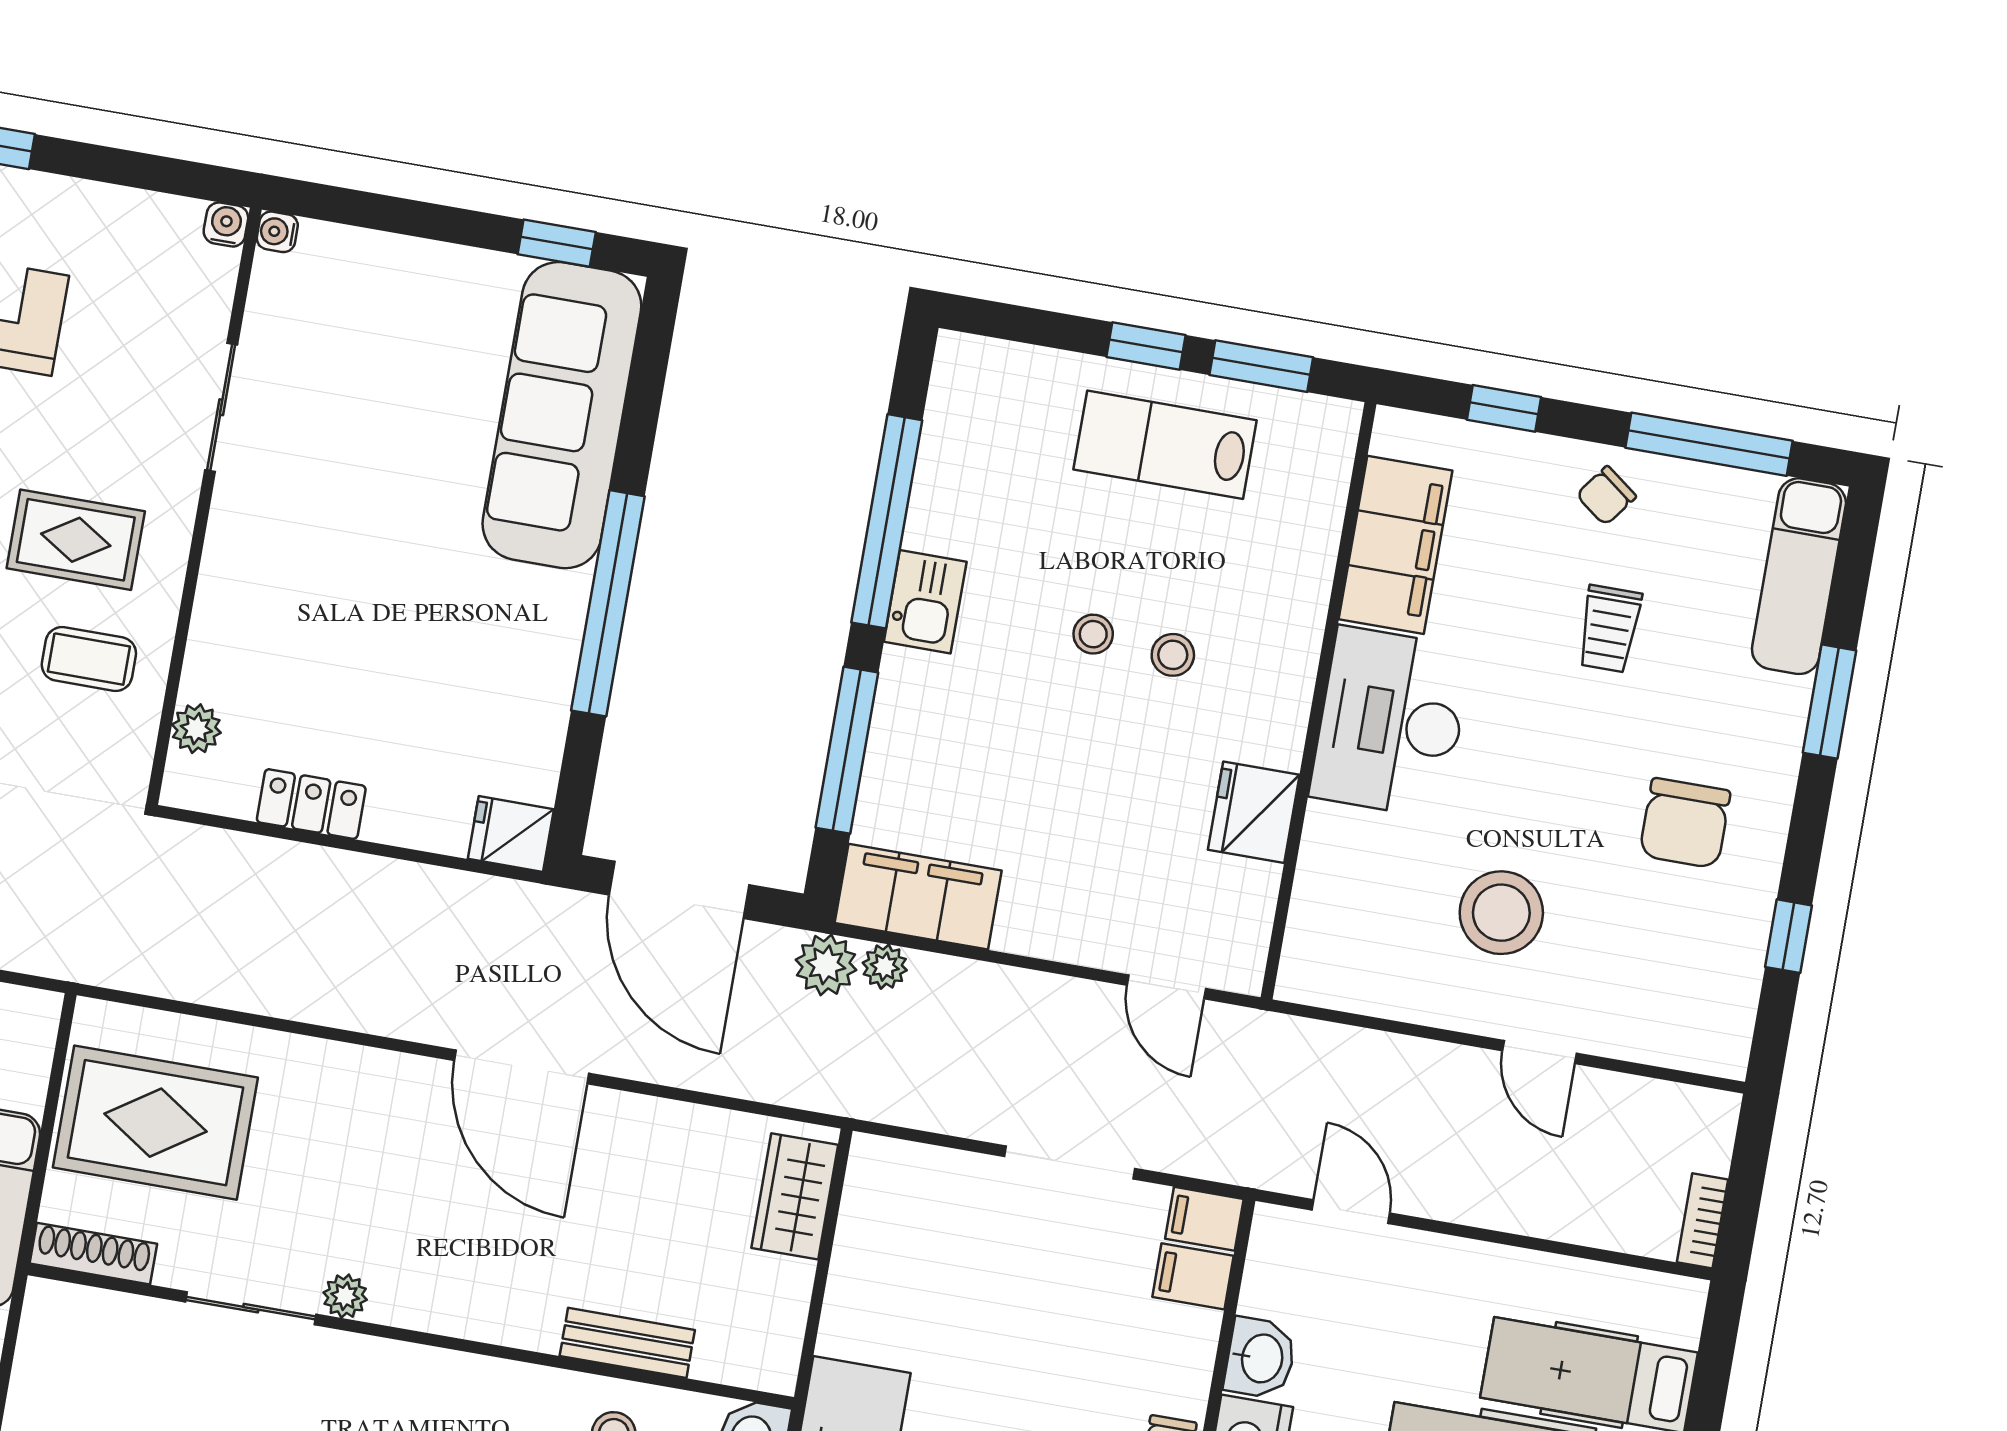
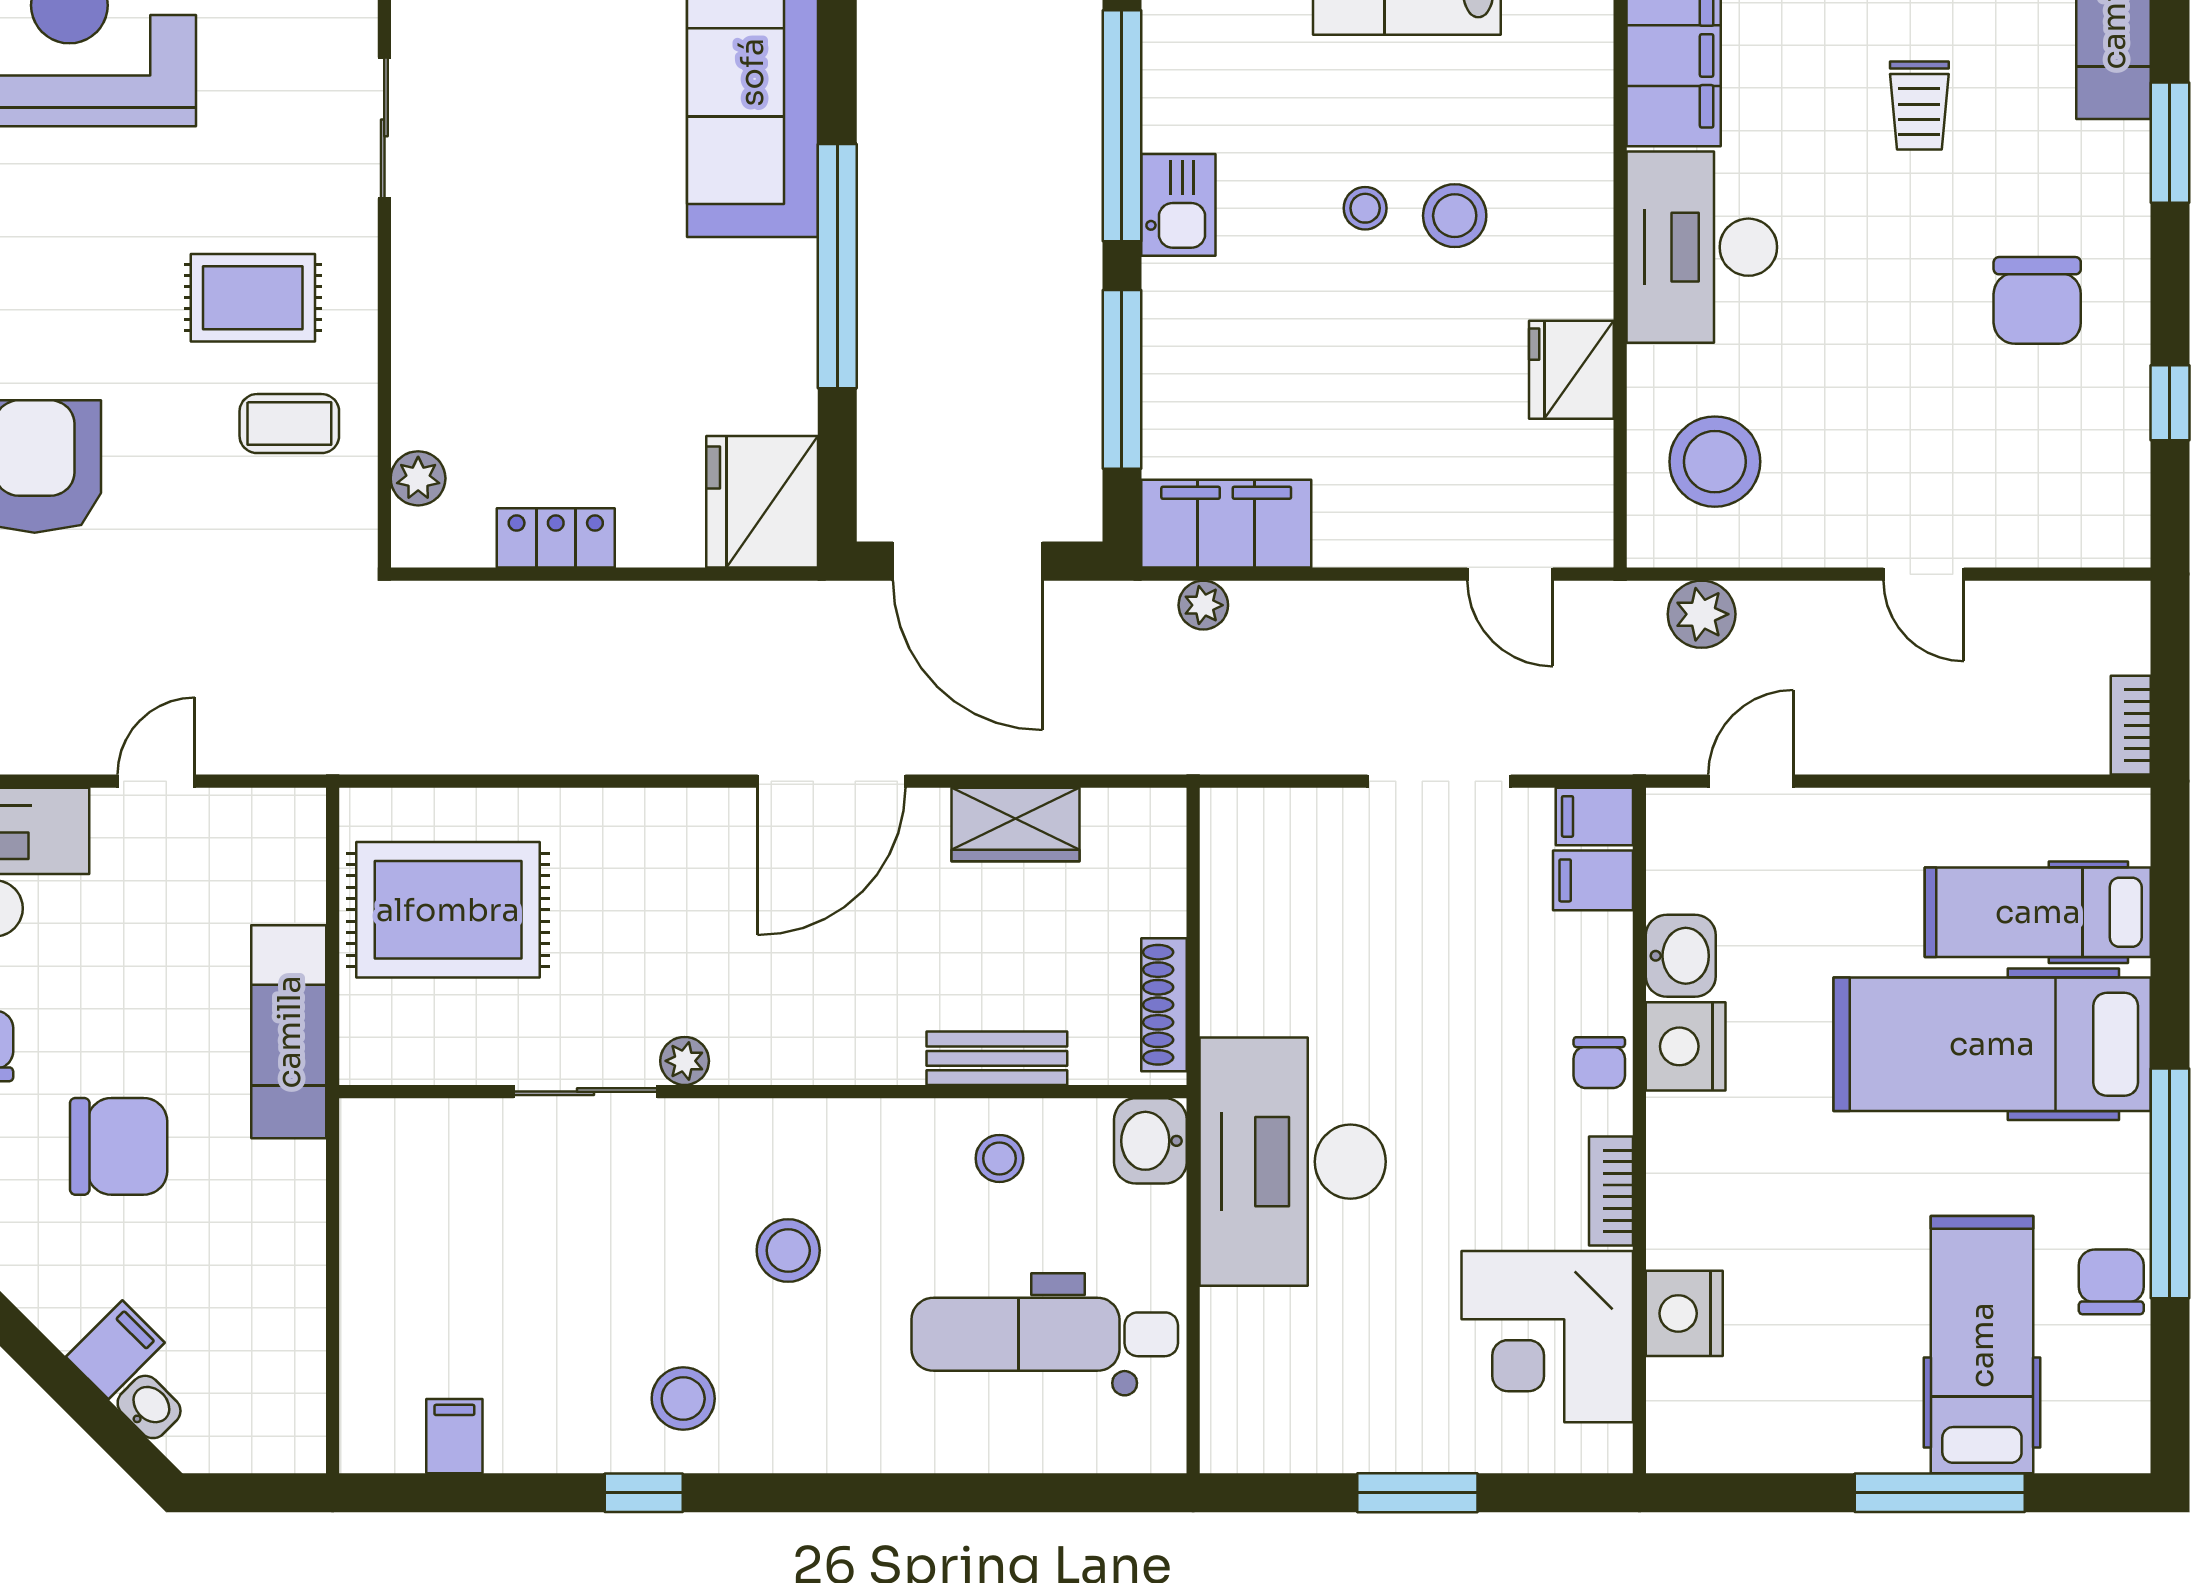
stool: (1173, 655) -> (1455, 216), width x1.37, depth x1.37
fridge: (511, 834) -> (762, 502), width x1.88, depth x1.34
stool: (1501, 913) -> (1715, 462), moved
plant: (826, 965) -> (1702, 614), moved
door: (522, 1067) -> (831, 781), hinge flipped
wardrobe: (795, 1196) -> (1016, 825), moved, turned -90
door: (1351, 1212) -> (1751, 781), hinge flipped
shoe rack: (93, 1254) -> (1164, 1005), moved, turned -90

